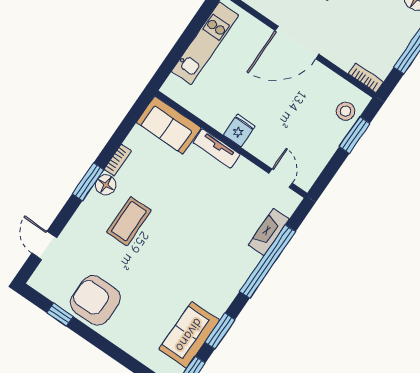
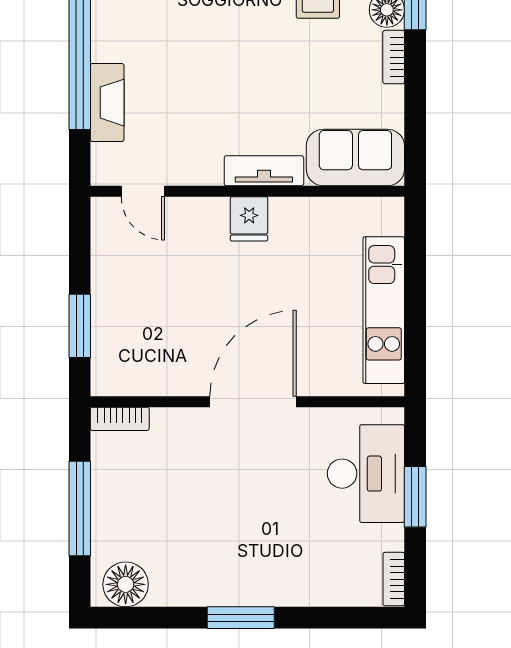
stool: (345, 111) -> (116, 351), removed

